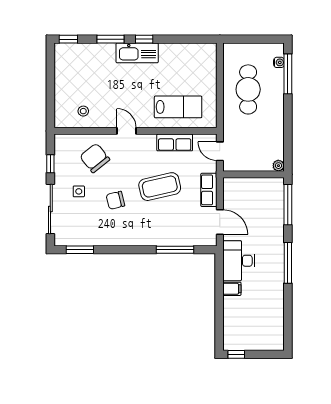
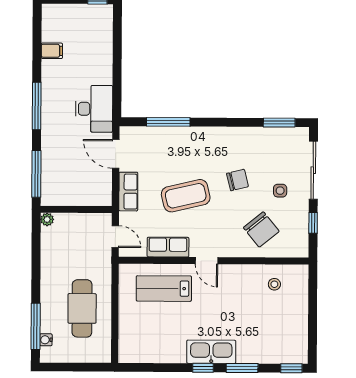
door: (126, 131) -> (207, 261), moved
filing cabinet: (232, 289) -> (52, 51), moved, turned 180

